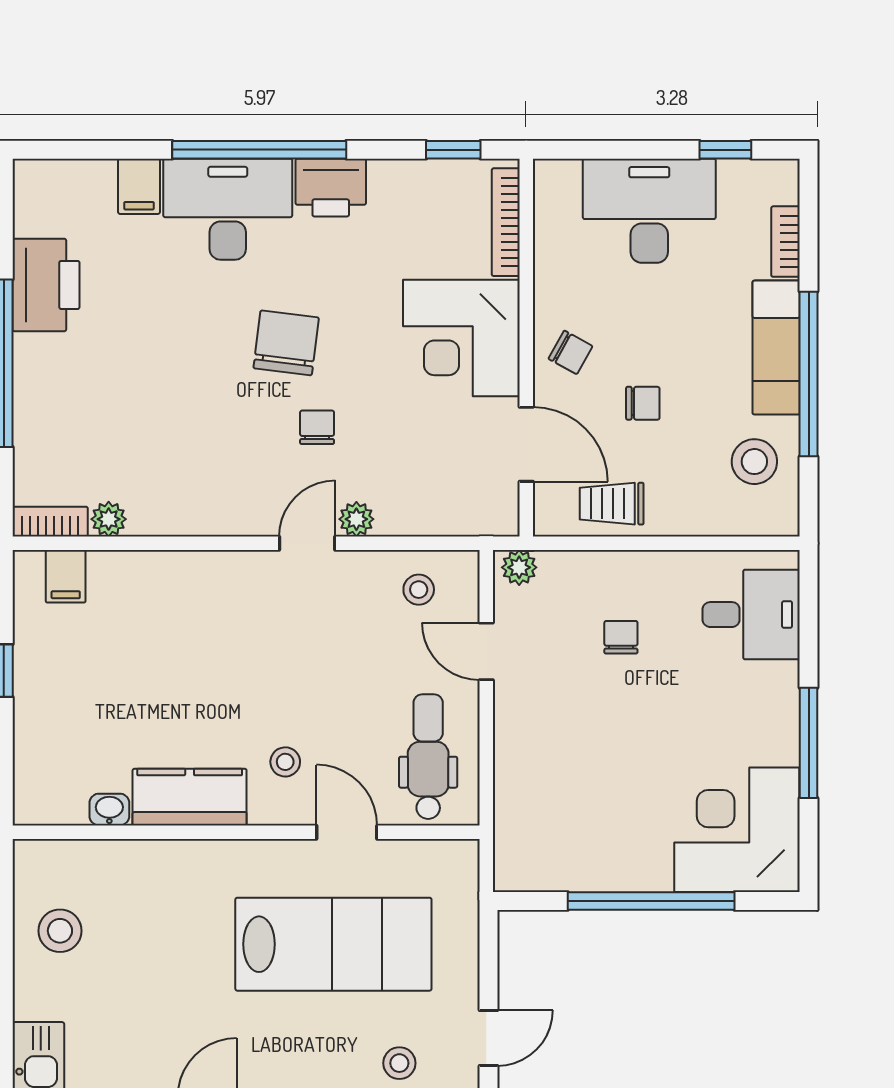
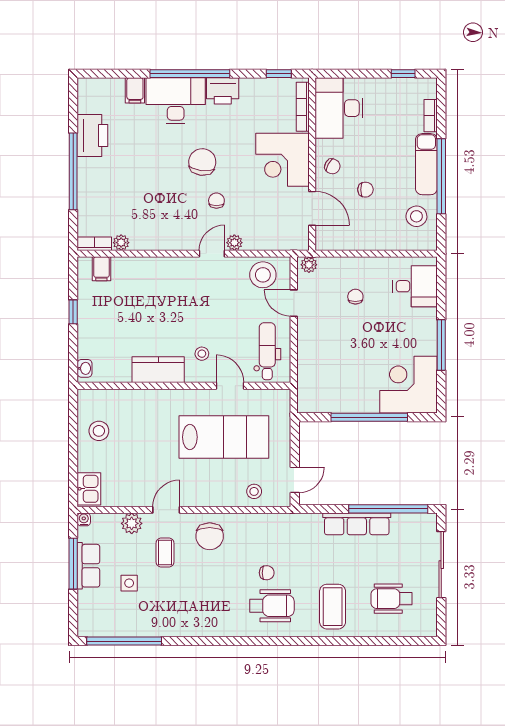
desk: (649, 211) -> (339, 108), moved, turned -90
trolley: (612, 504) -> (351, 236), removed
stool: (419, 590) -> (263, 275), width x1.89, depth x1.89
washbasin: (109, 810) -> (85, 368), moved, turned 90

